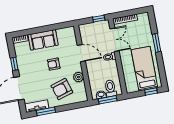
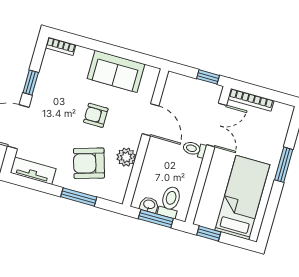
sofa: (43, 40) -> (116, 71), moved
window: (151, 92) -> (209, 234), moved
window: (46, 111) -> (79, 197), moved

